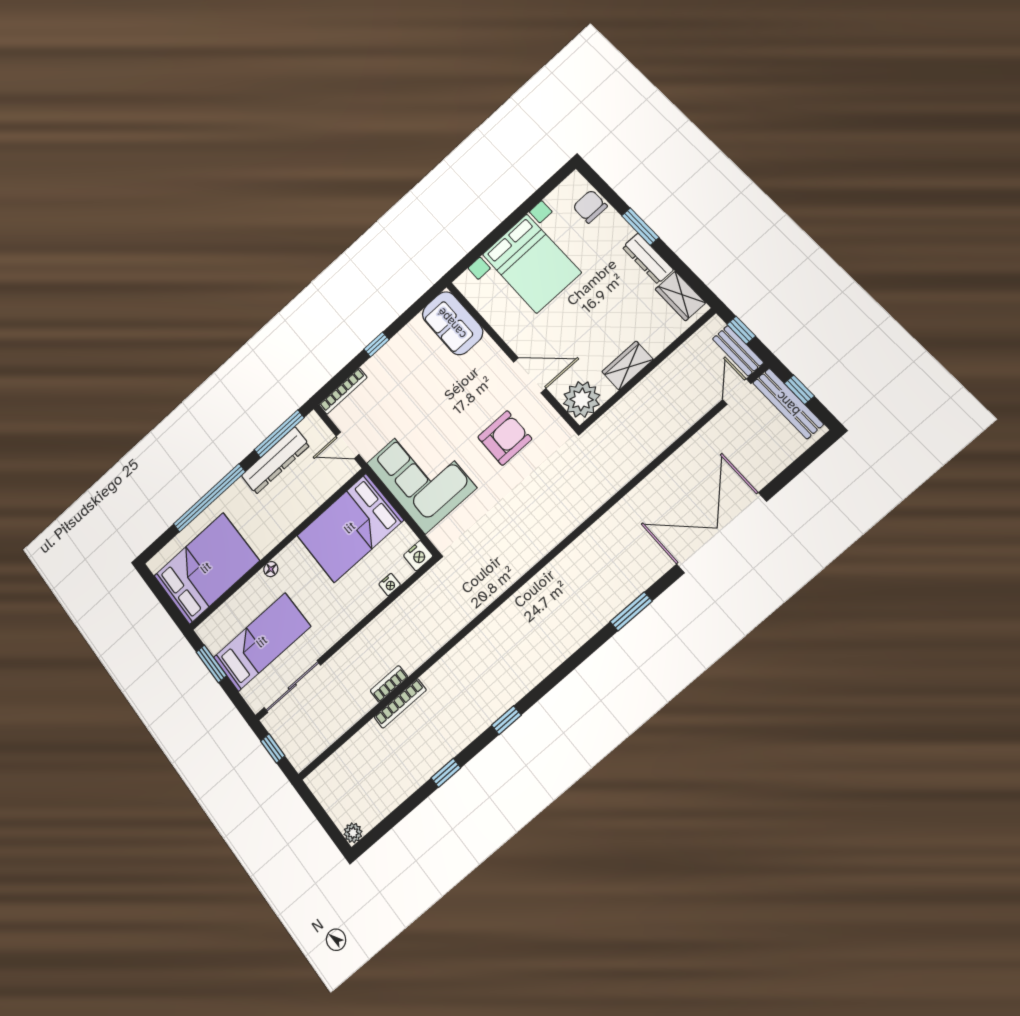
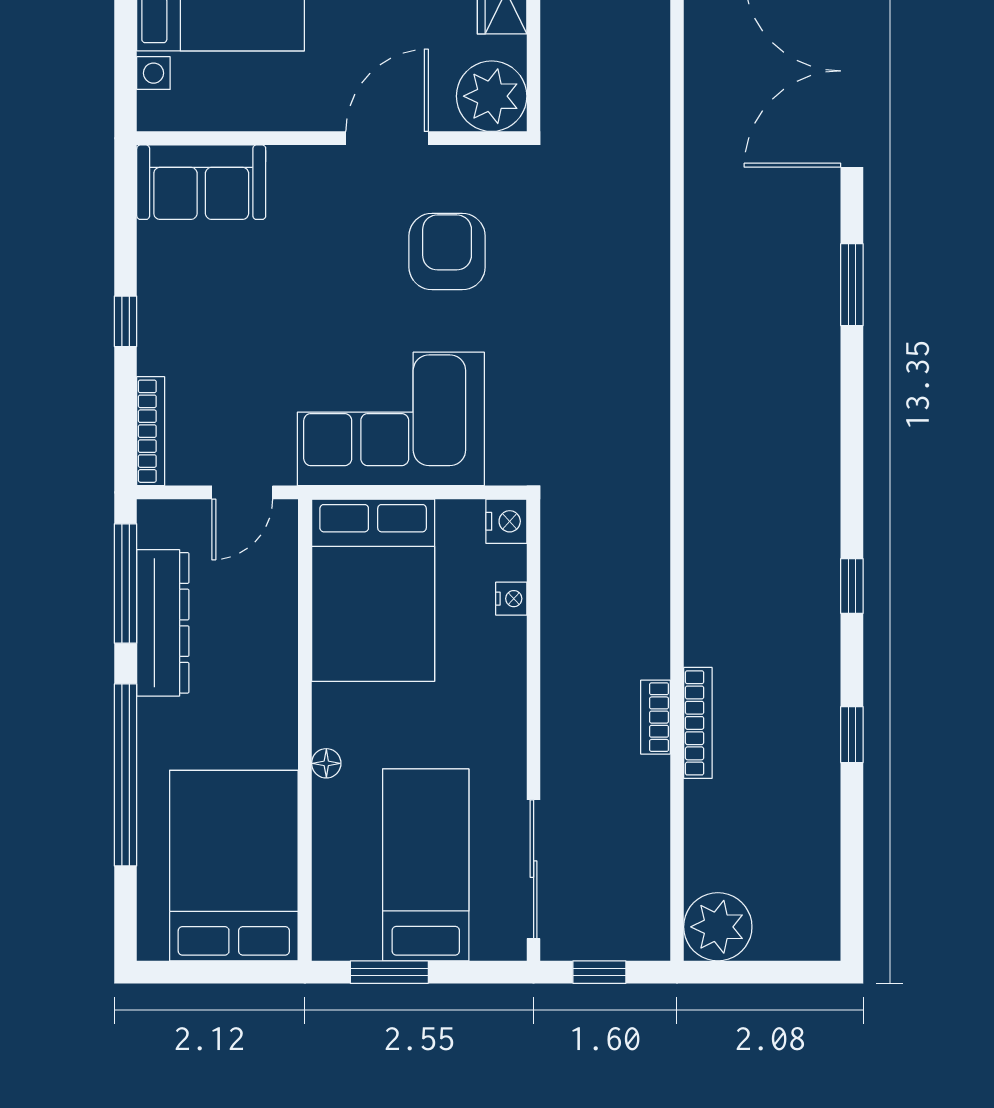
plant: (353, 833) -> (718, 927), moved, width x1.88, depth x1.88

